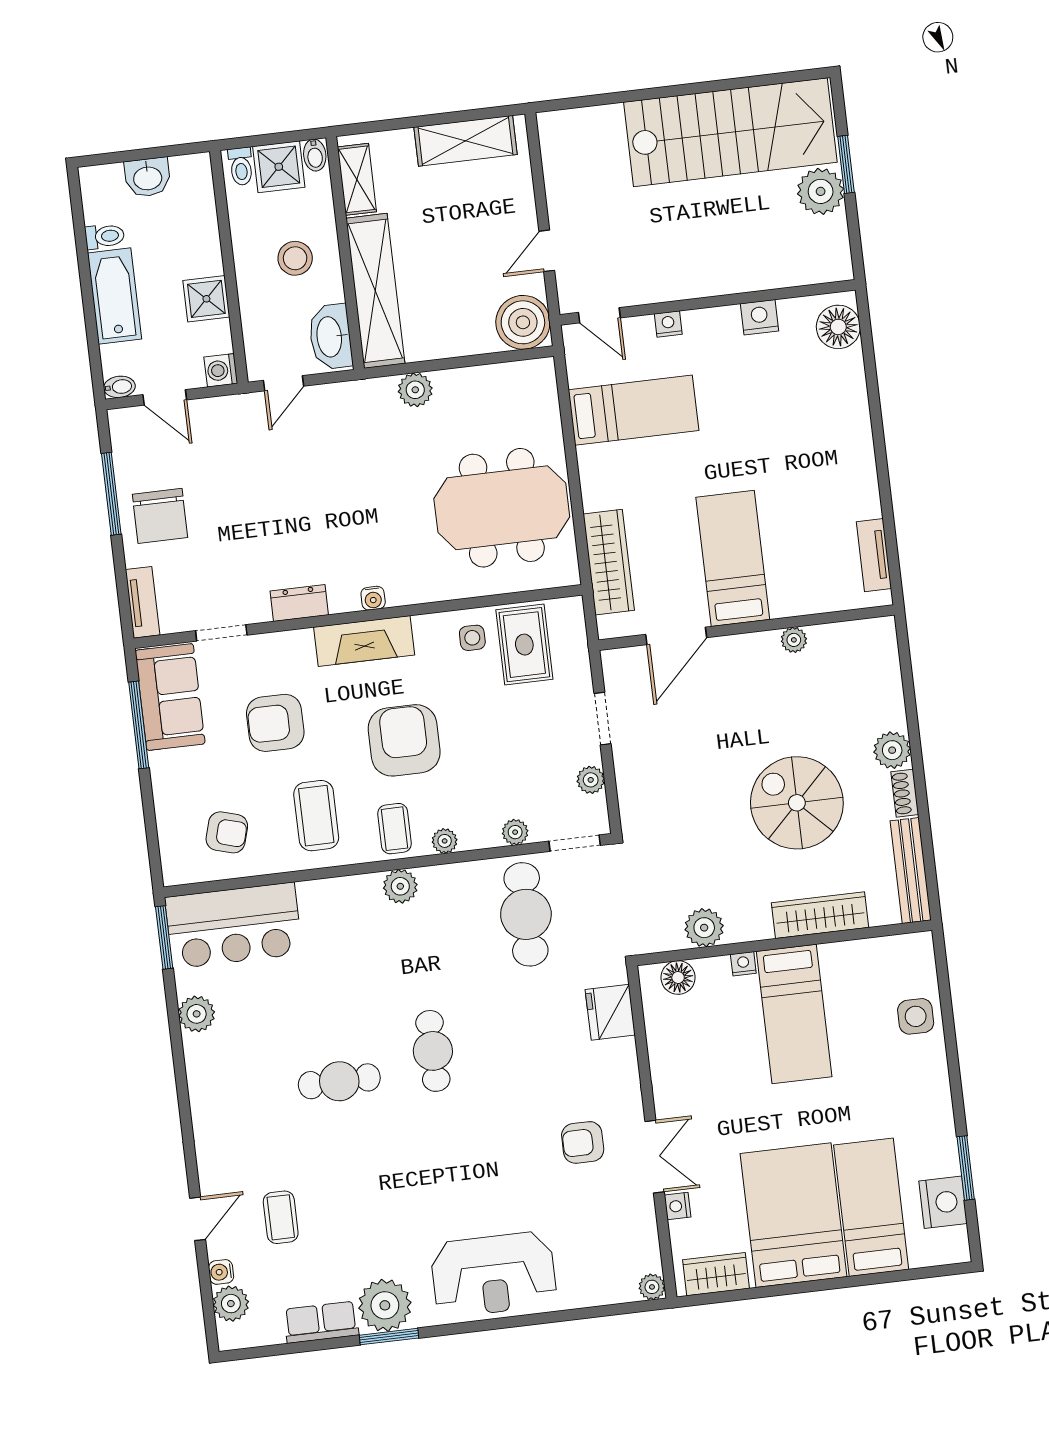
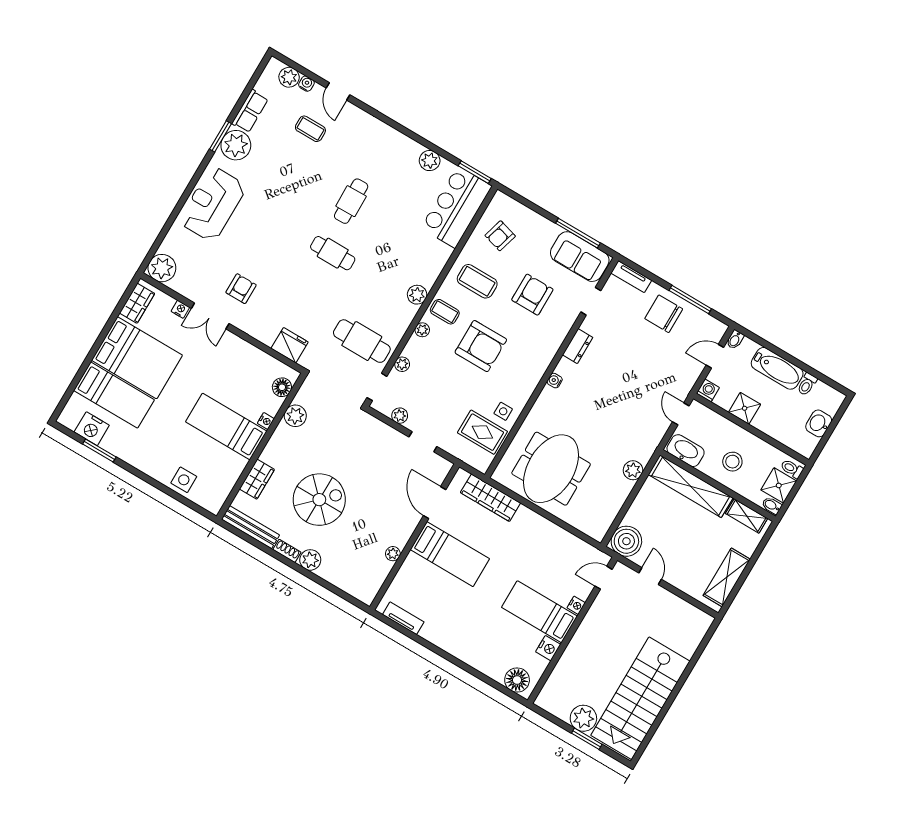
bed: (634, 410) -> (539, 612), moved, turned 90
fireplace: (364, 641) -> (539, 362), removed
wardrobe: (820, 915) -> (257, 479), width x0.67
plant: (652, 1287) -> (162, 268), width x1.87, depth x1.87

